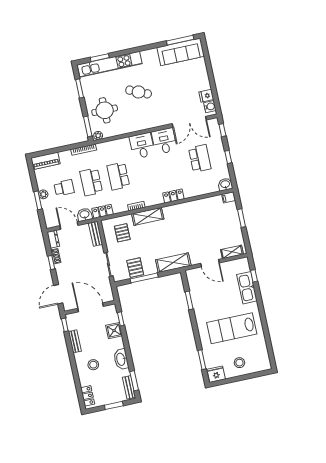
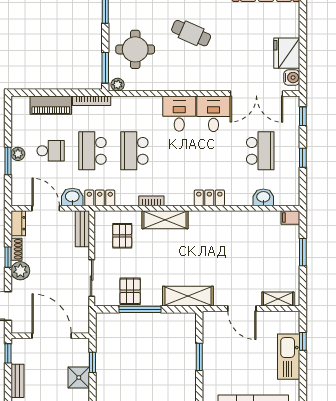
fridge: (206, 96) -> (287, 53), width x1.88, depth x1.34
piano: (46, 161) -> (51, 105), moved
washbasin: (225, 184) -> (263, 197), moved
plant: (61, 270) -> (20, 271), added

